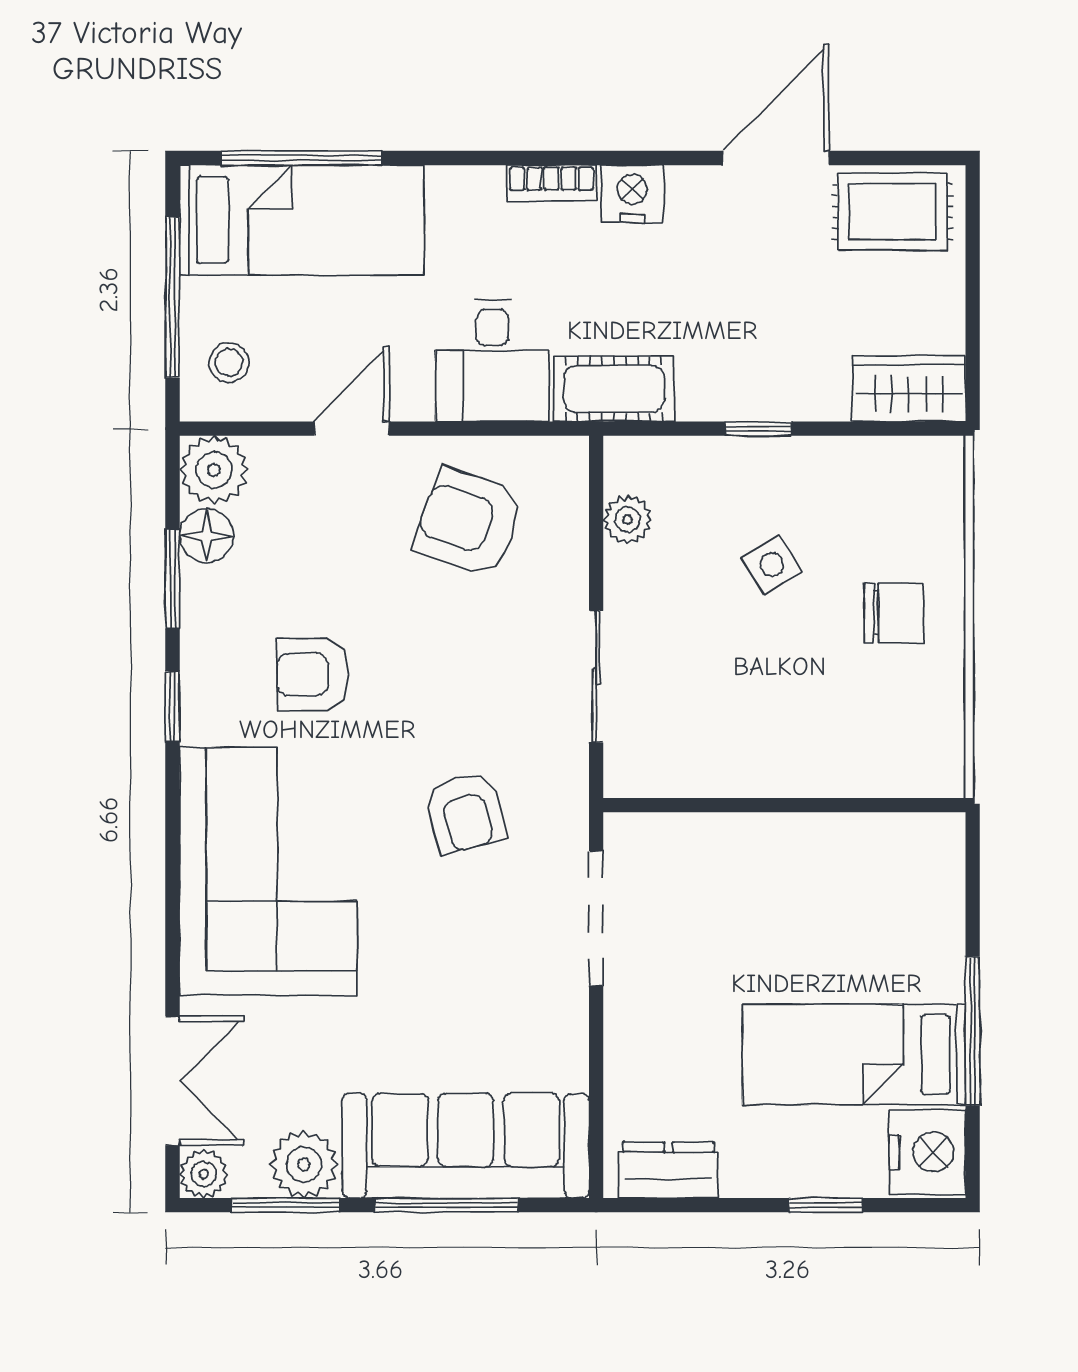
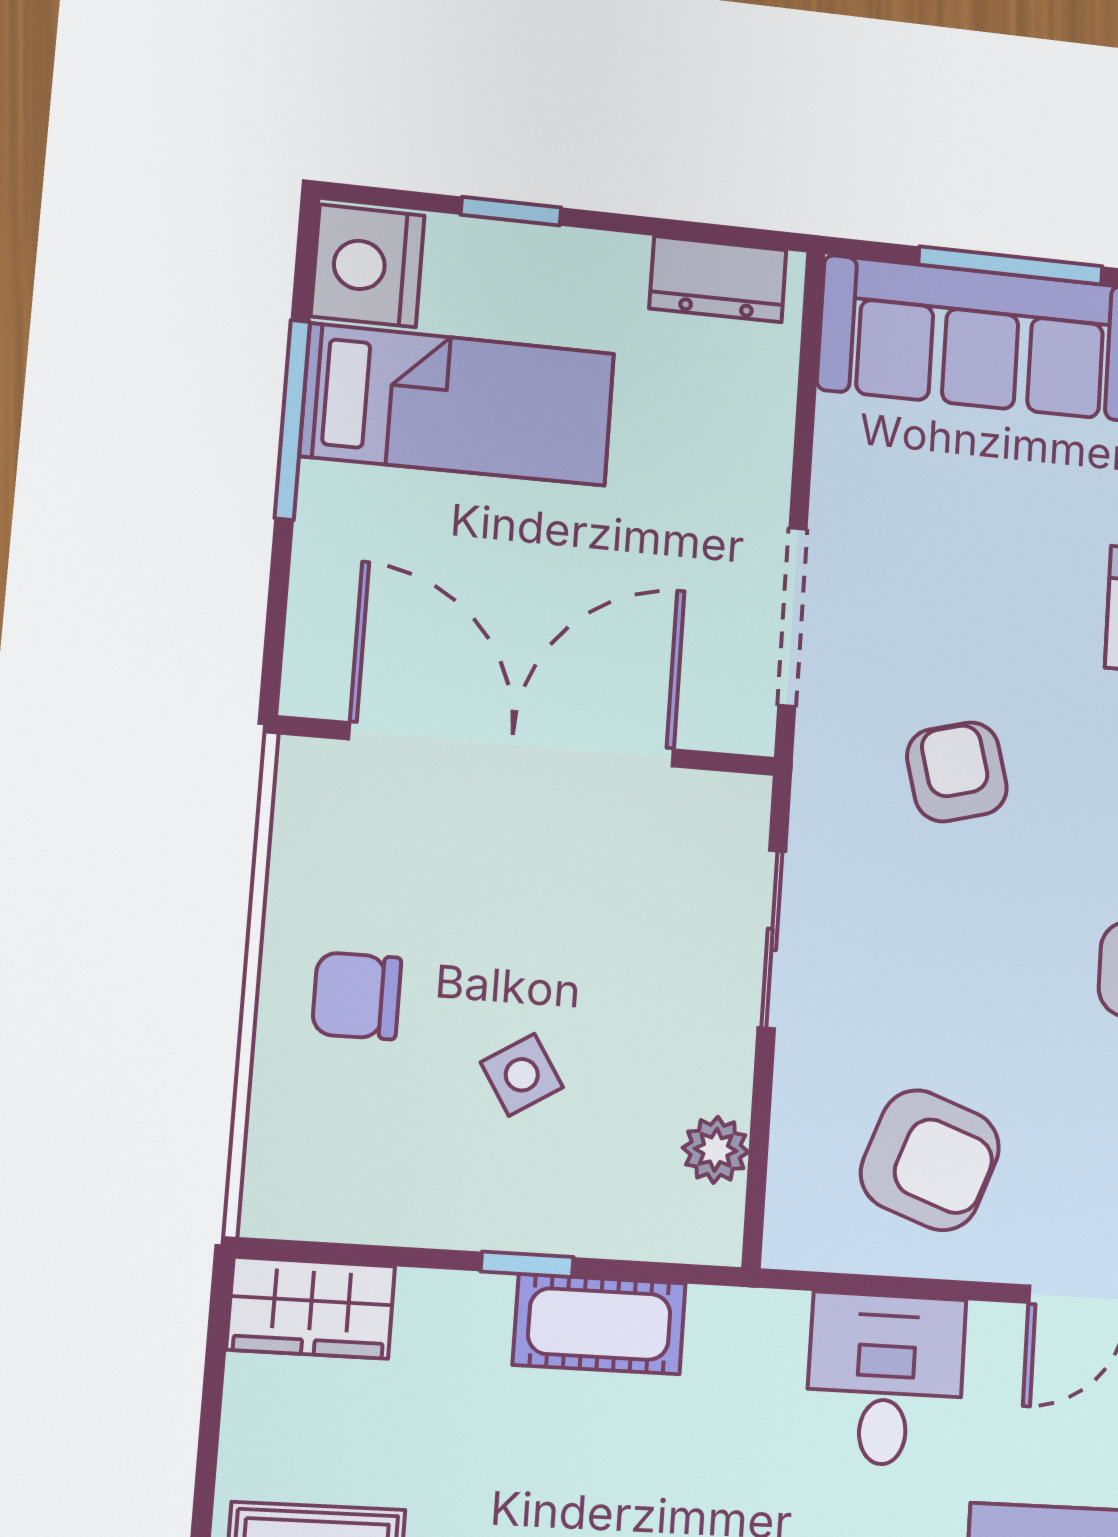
cot: (614, 389) -> (599, 1324), moved
double door: (796, 805) -> (512, 744), added

